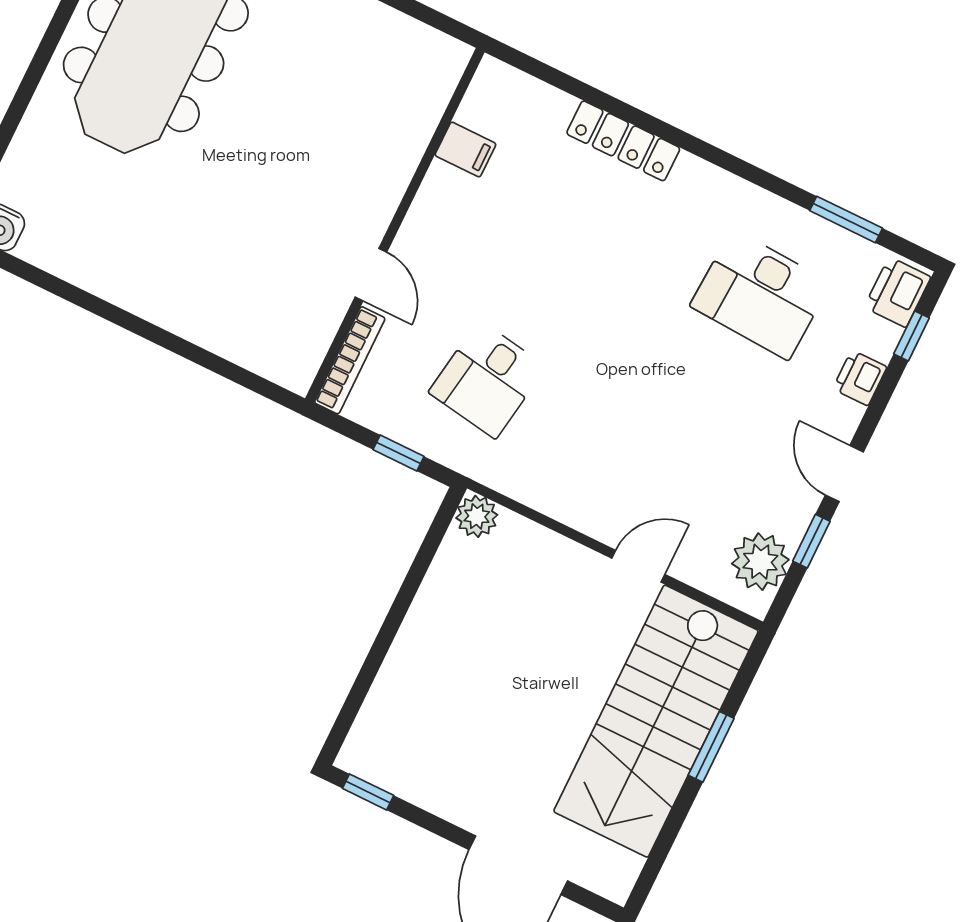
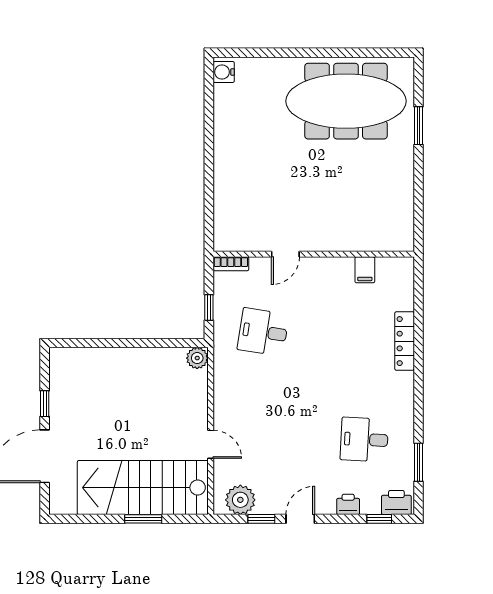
desk: (760, 295) -> (364, 439), width x0.73
bookcase: (350, 360) -> (231, 264), width x0.64
window: (368, 792) -> (45, 404), moved

